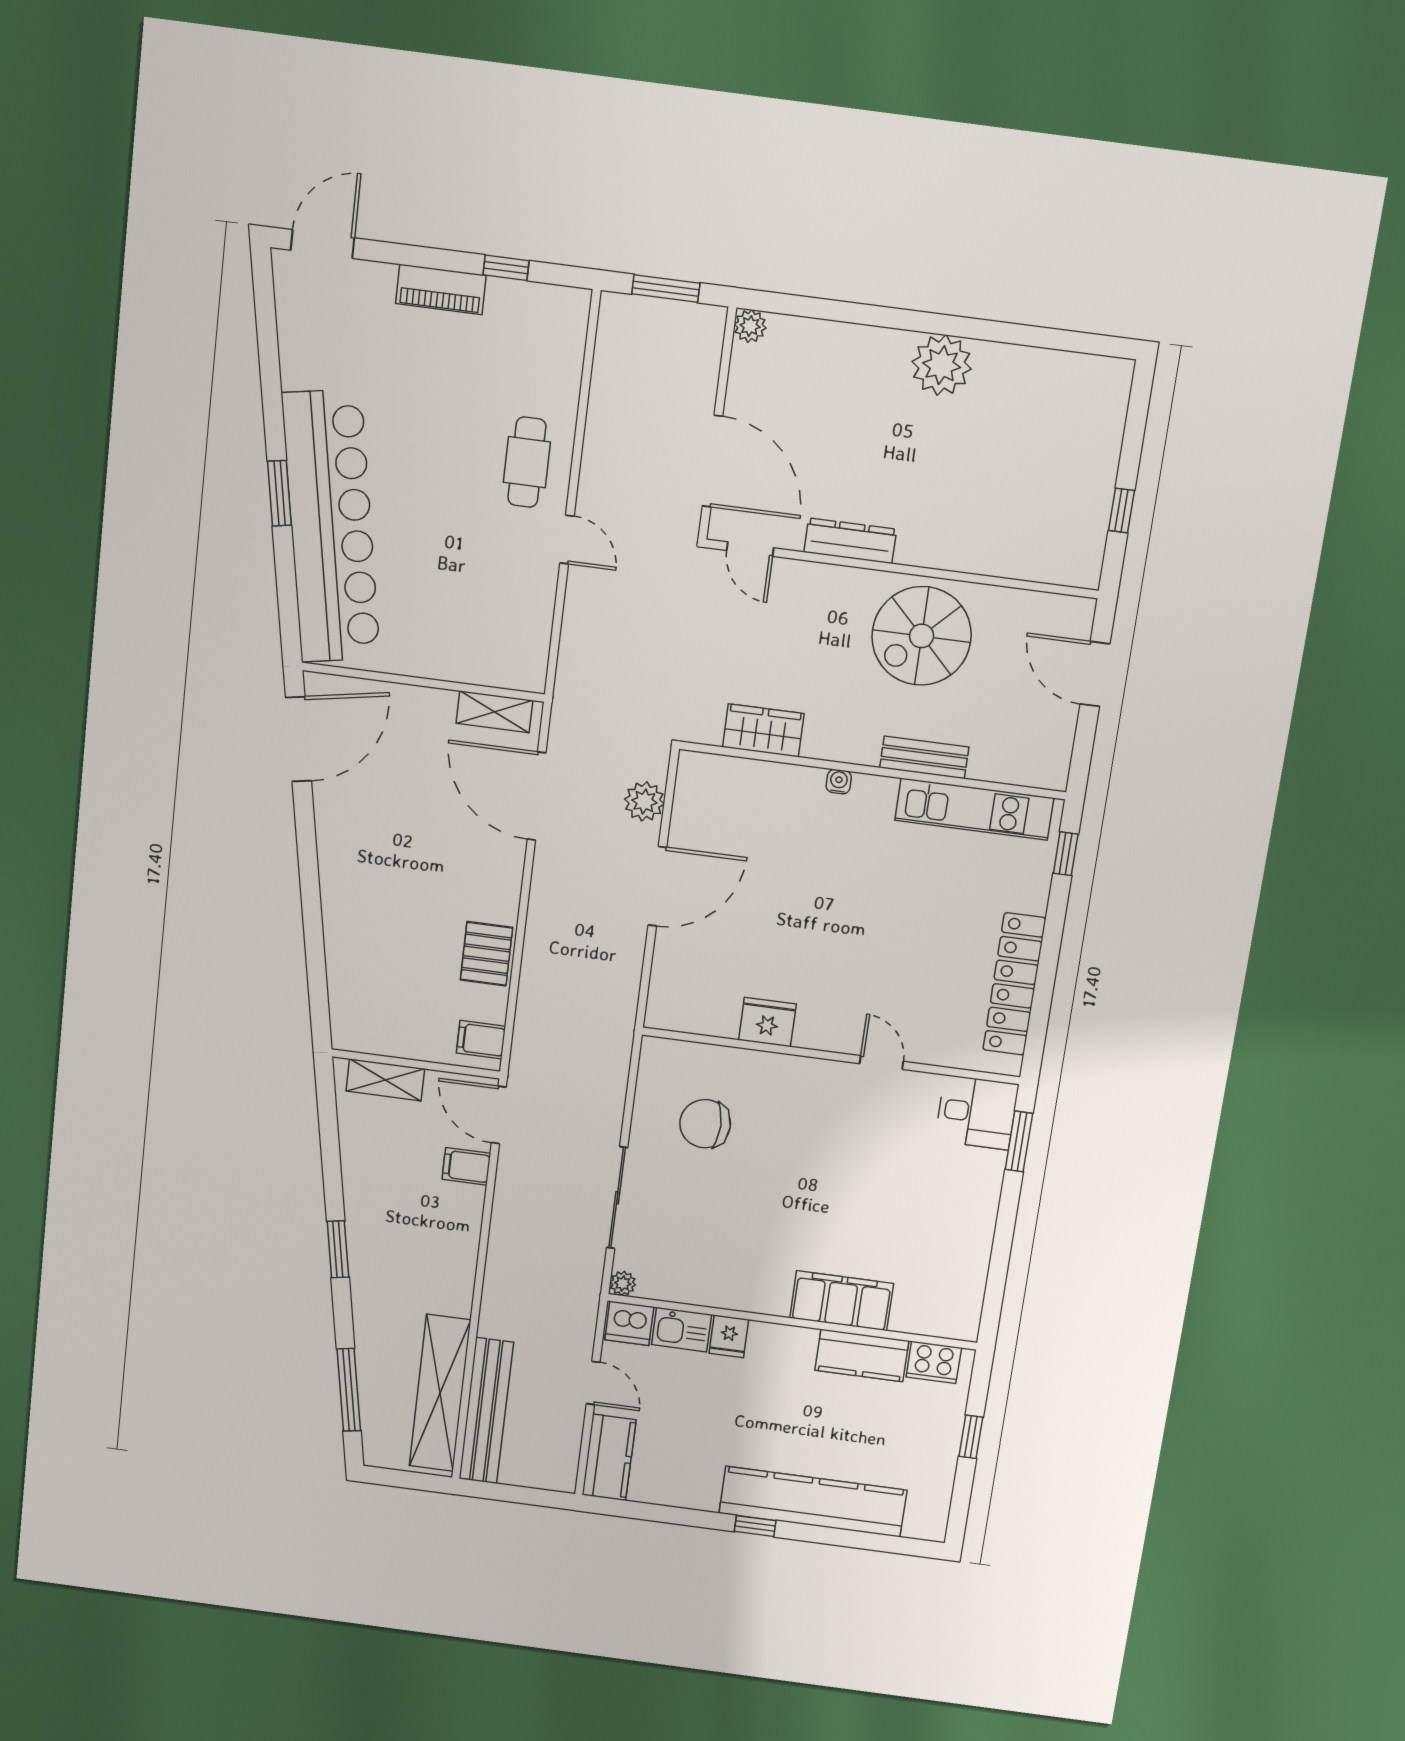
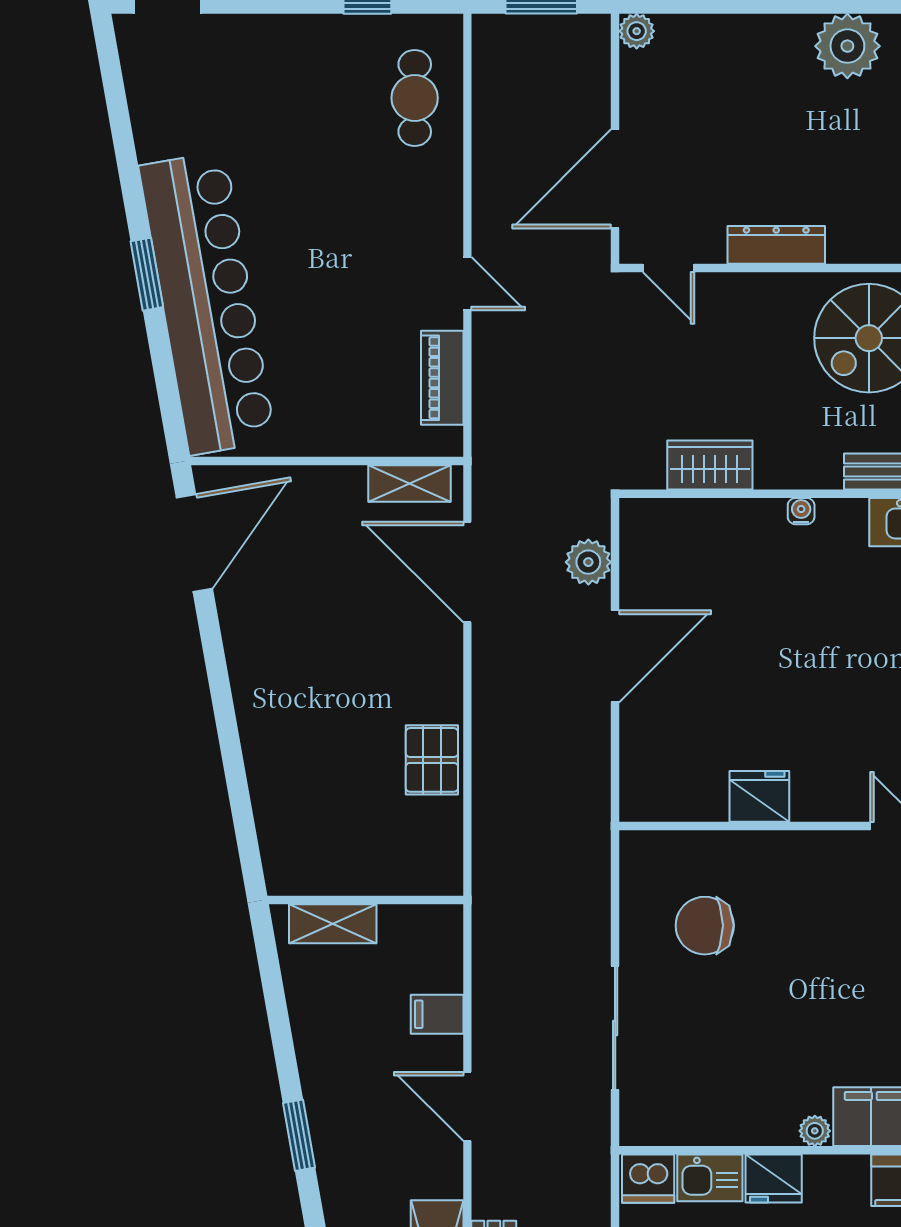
piano: (441, 289) -> (442, 378), moved, turned 90
door: (712, 461) -> (615, 179), swing flipped
cafe table: (527, 462) -> (415, 98), moved
filing cabinet: (481, 1040) -> (437, 861), removed
door: (499, 1115) -> (467, 1106), moved
plant: (623, 1283) -> (815, 1131), moved
fridge: (729, 1336) -> (774, 1178), width x1.38

